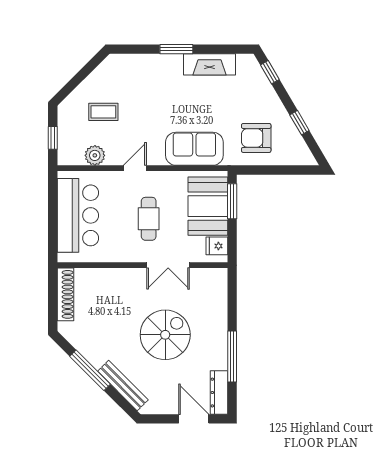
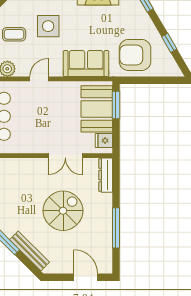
side table: (146, 102) -> (48, 26), added
armchair: (256, 138) -> (135, 55), width x1.36, depth x1.36
cafe table: (149, 219) -> (50, 119), removed
dresser: (219, 393) -> (106, 175), moved

